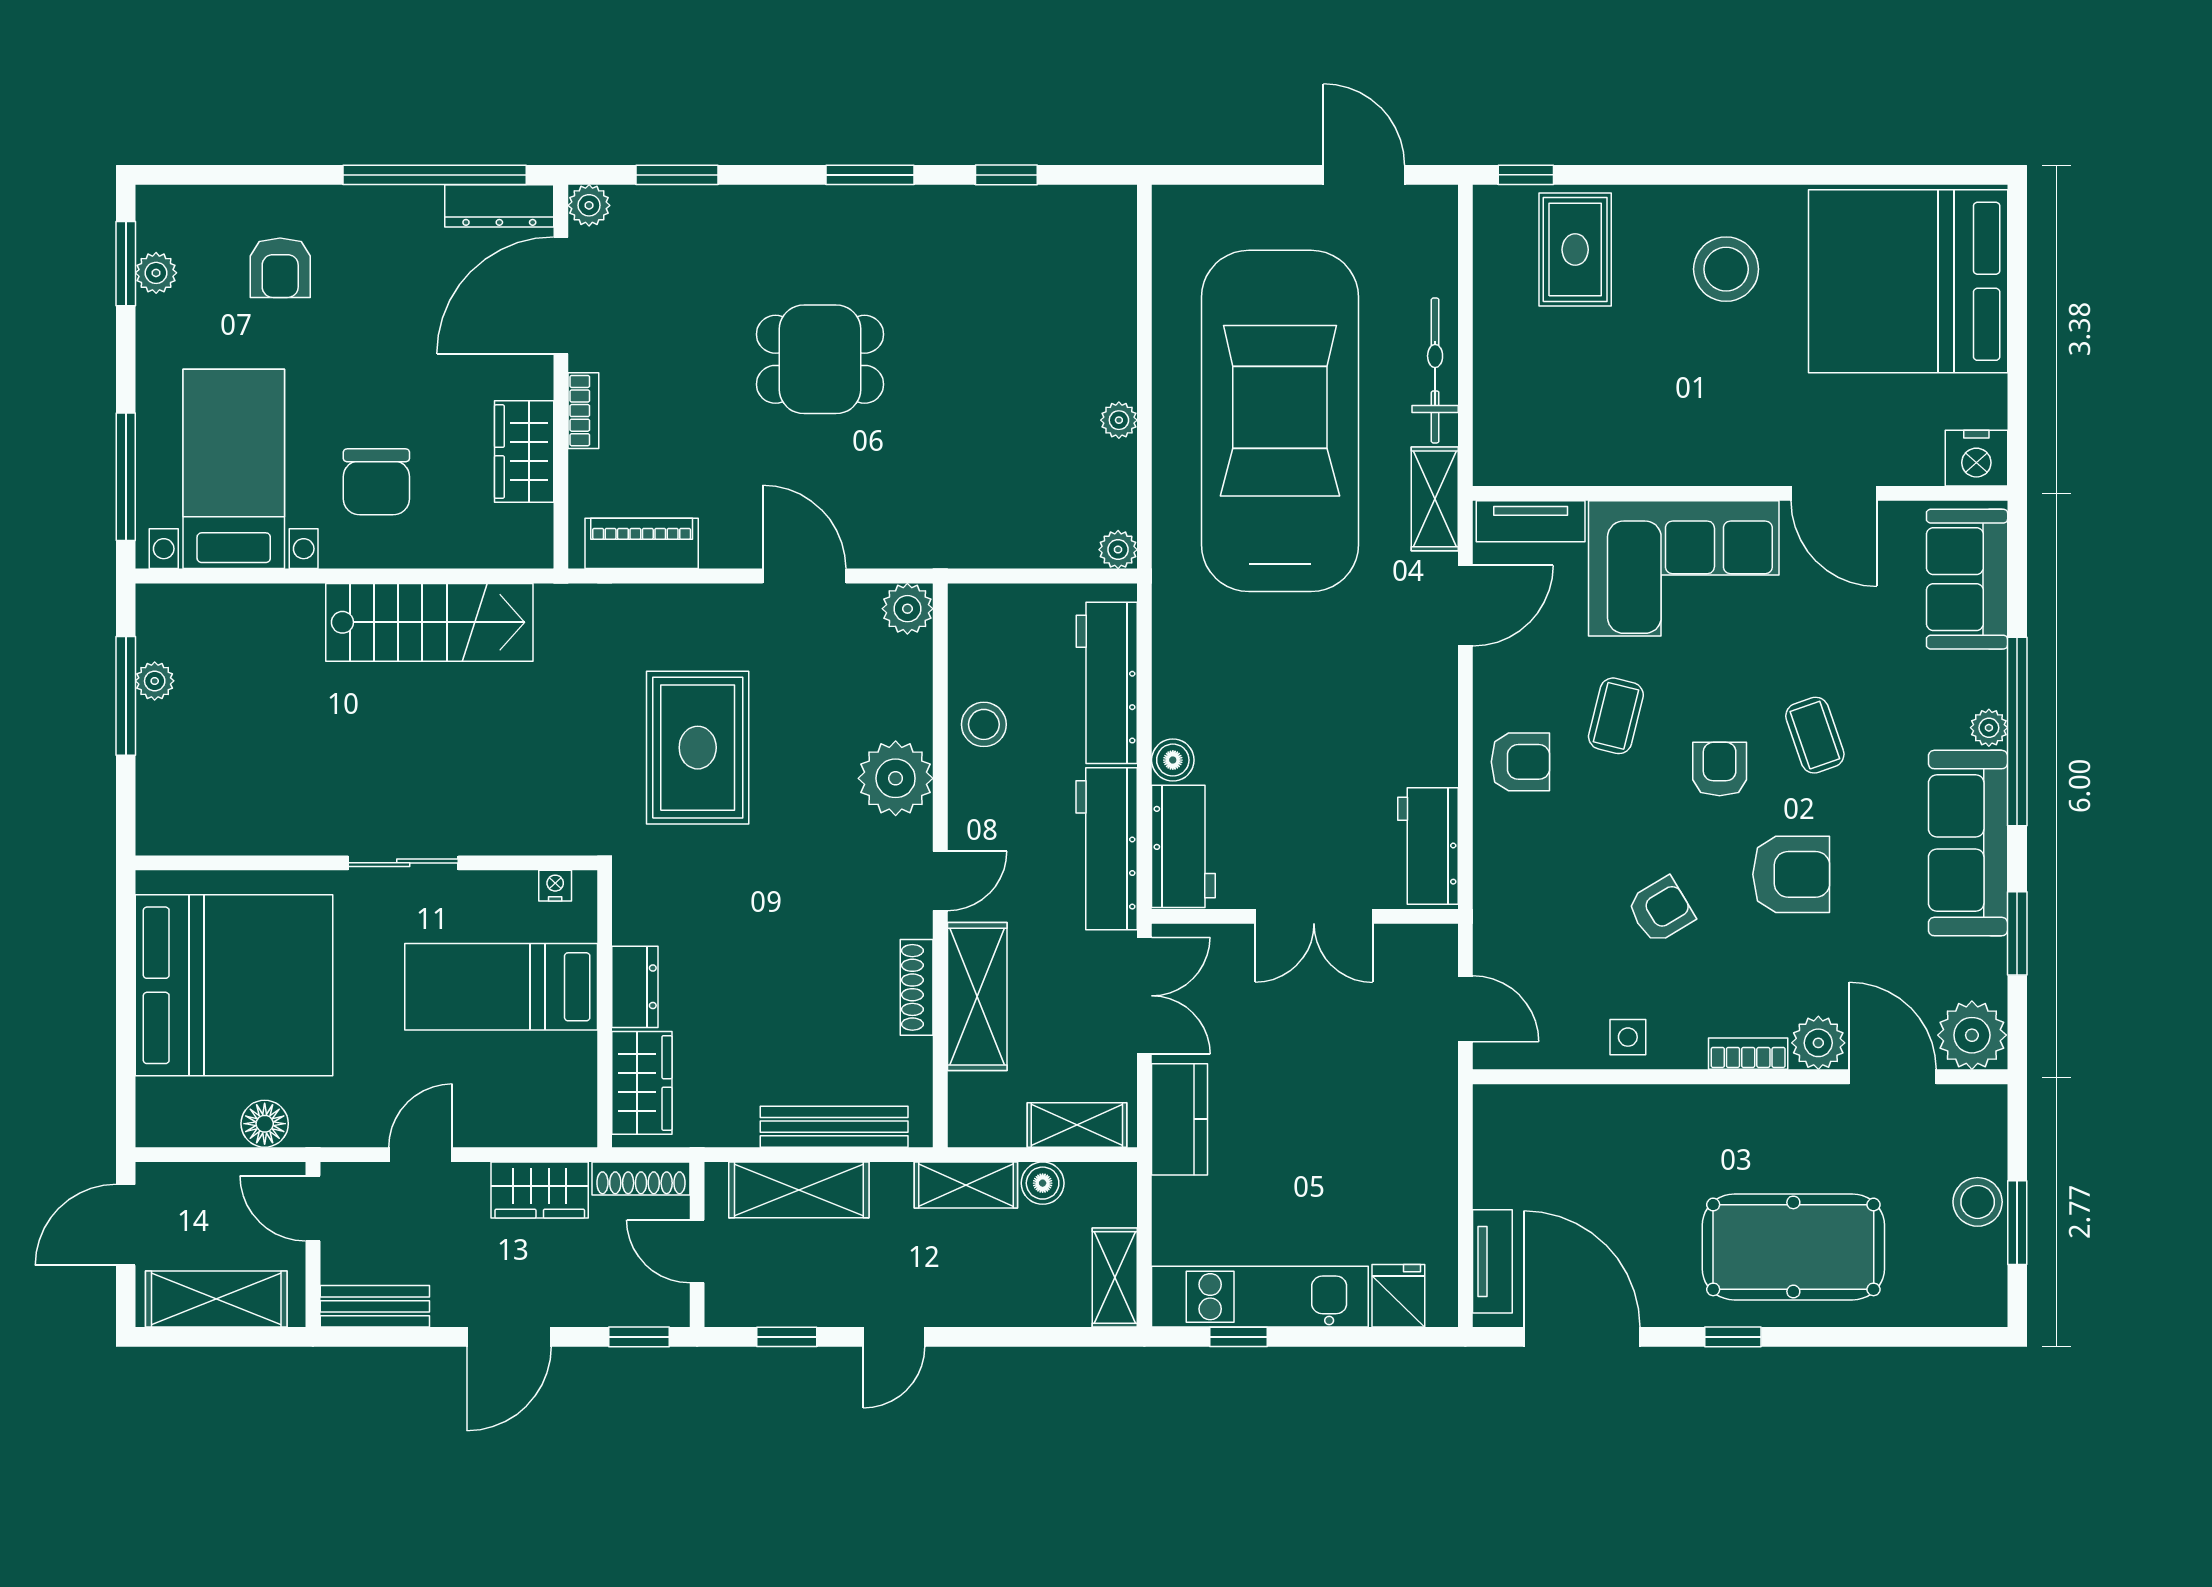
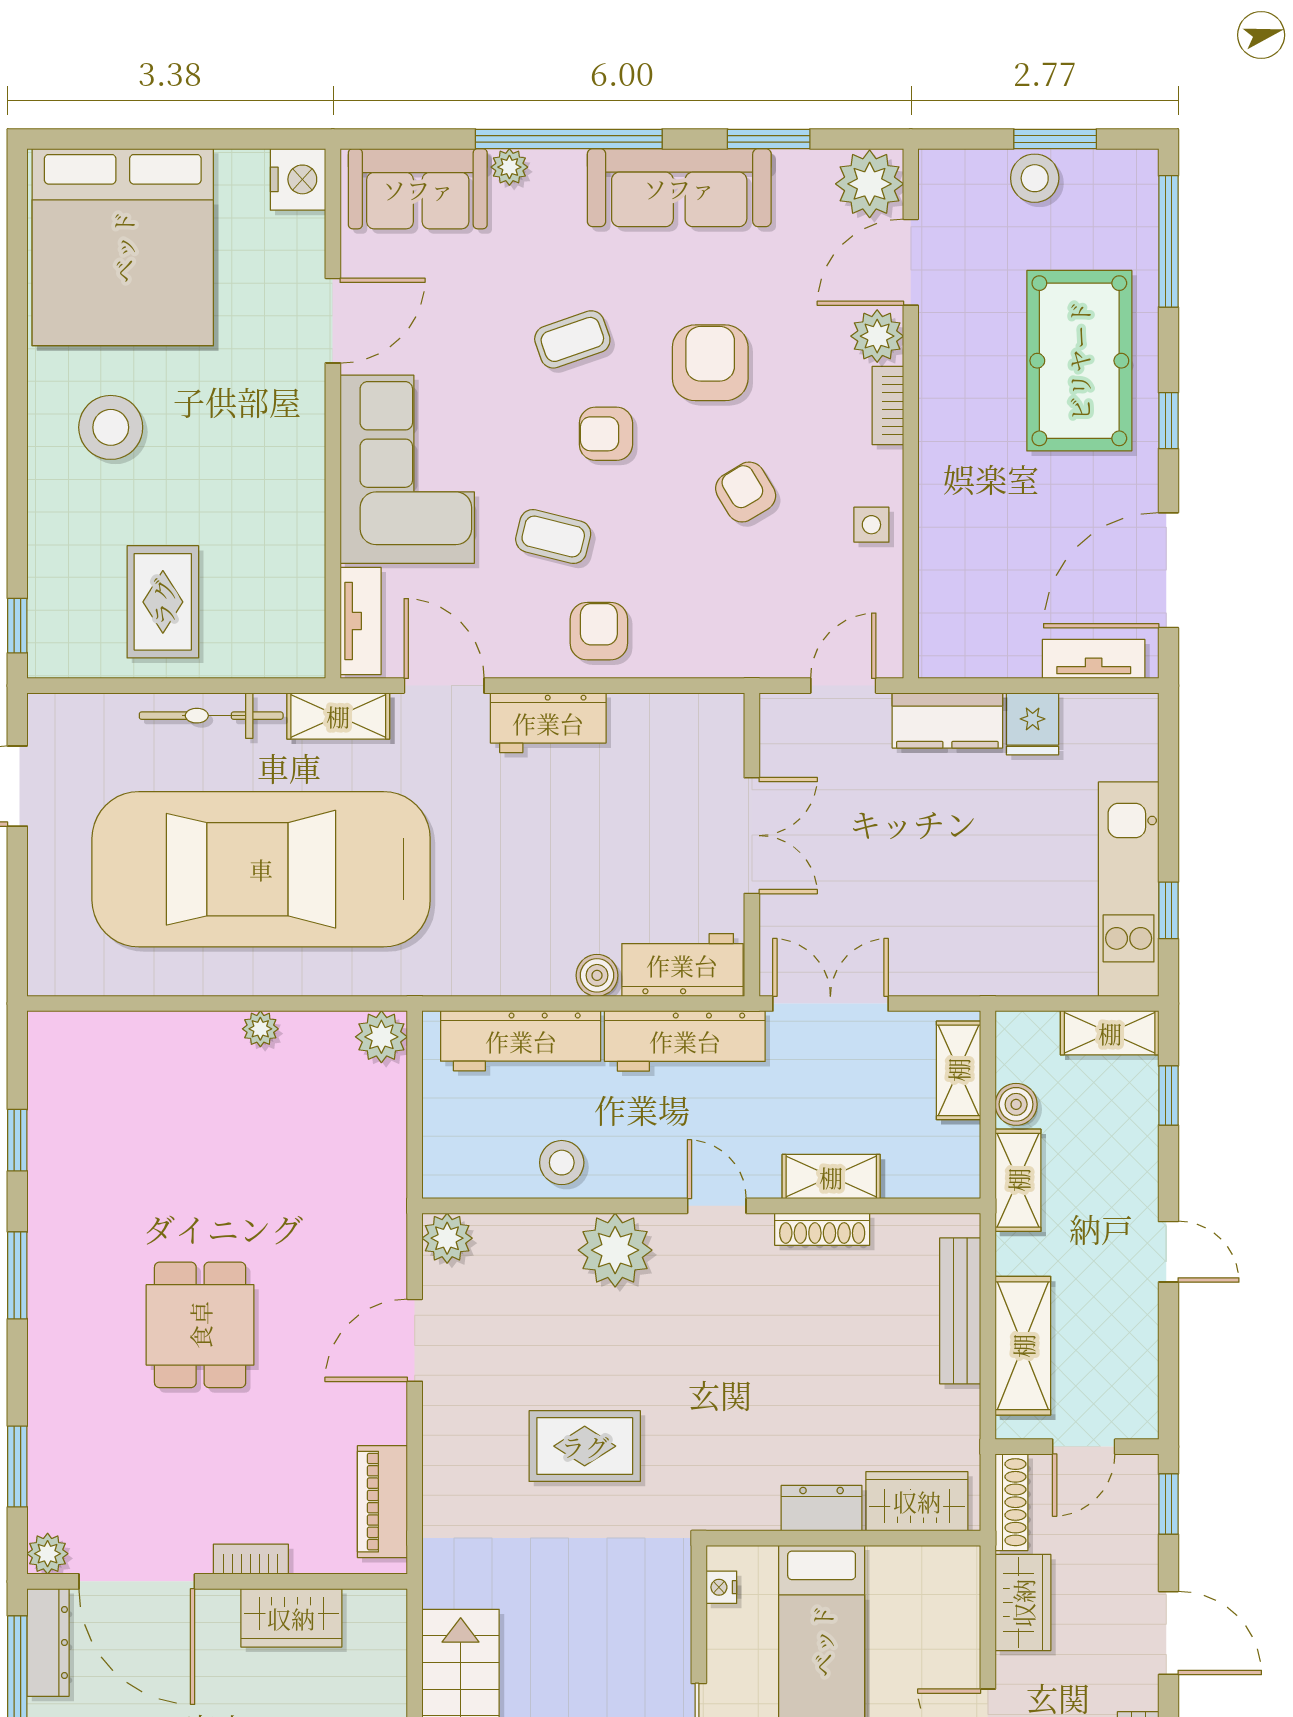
rug: (1575, 250) -> (163, 602), moved, turned 90
plant: (1118, 550) -> (381, 1037), width x1.38, depth x1.38
plant: (1989, 728) -> (509, 167), moved
rug: (698, 748) -> (585, 1446), width x0.73, depth x0.70
workbench: (1428, 846) -> (548, 723), moved
shelving: (977, 997) -> (831, 1177), width x0.67, depth x0.75
kitchen counter: (1180, 1119) -> (947, 720), moved, turned 180
fridge: (1398, 1296) -> (1033, 724), moved, turned -90
window: (787, 1337) -> (1168, 1095), moved
window: (1914, 1337) -> (1168, 241), added

